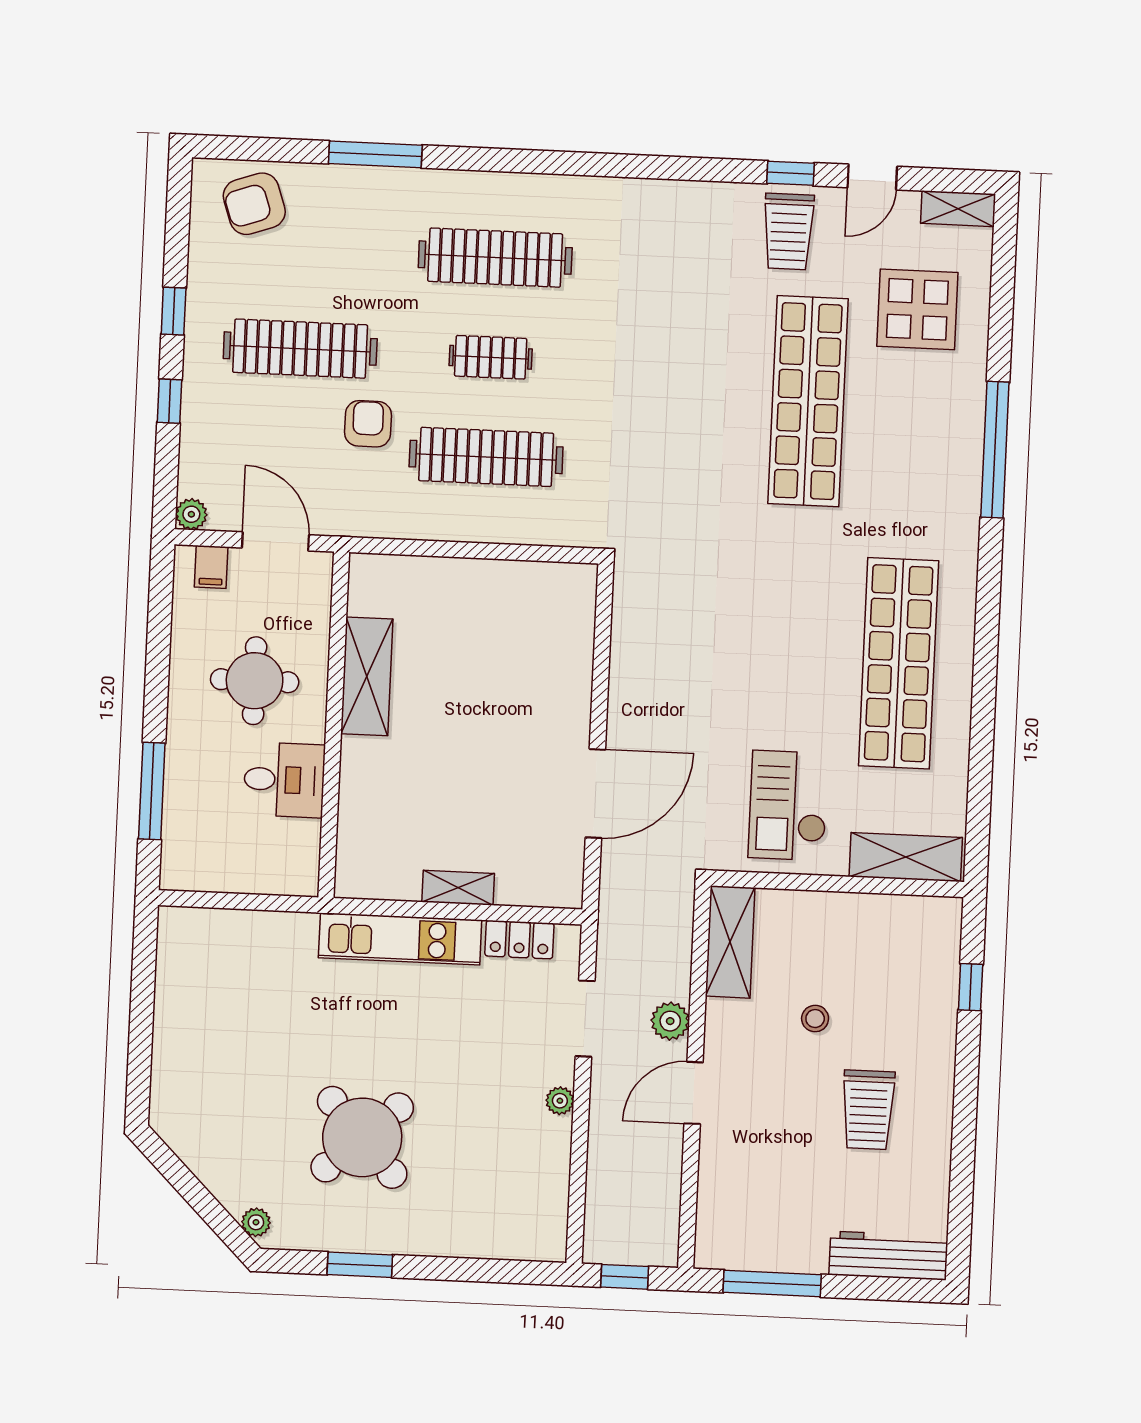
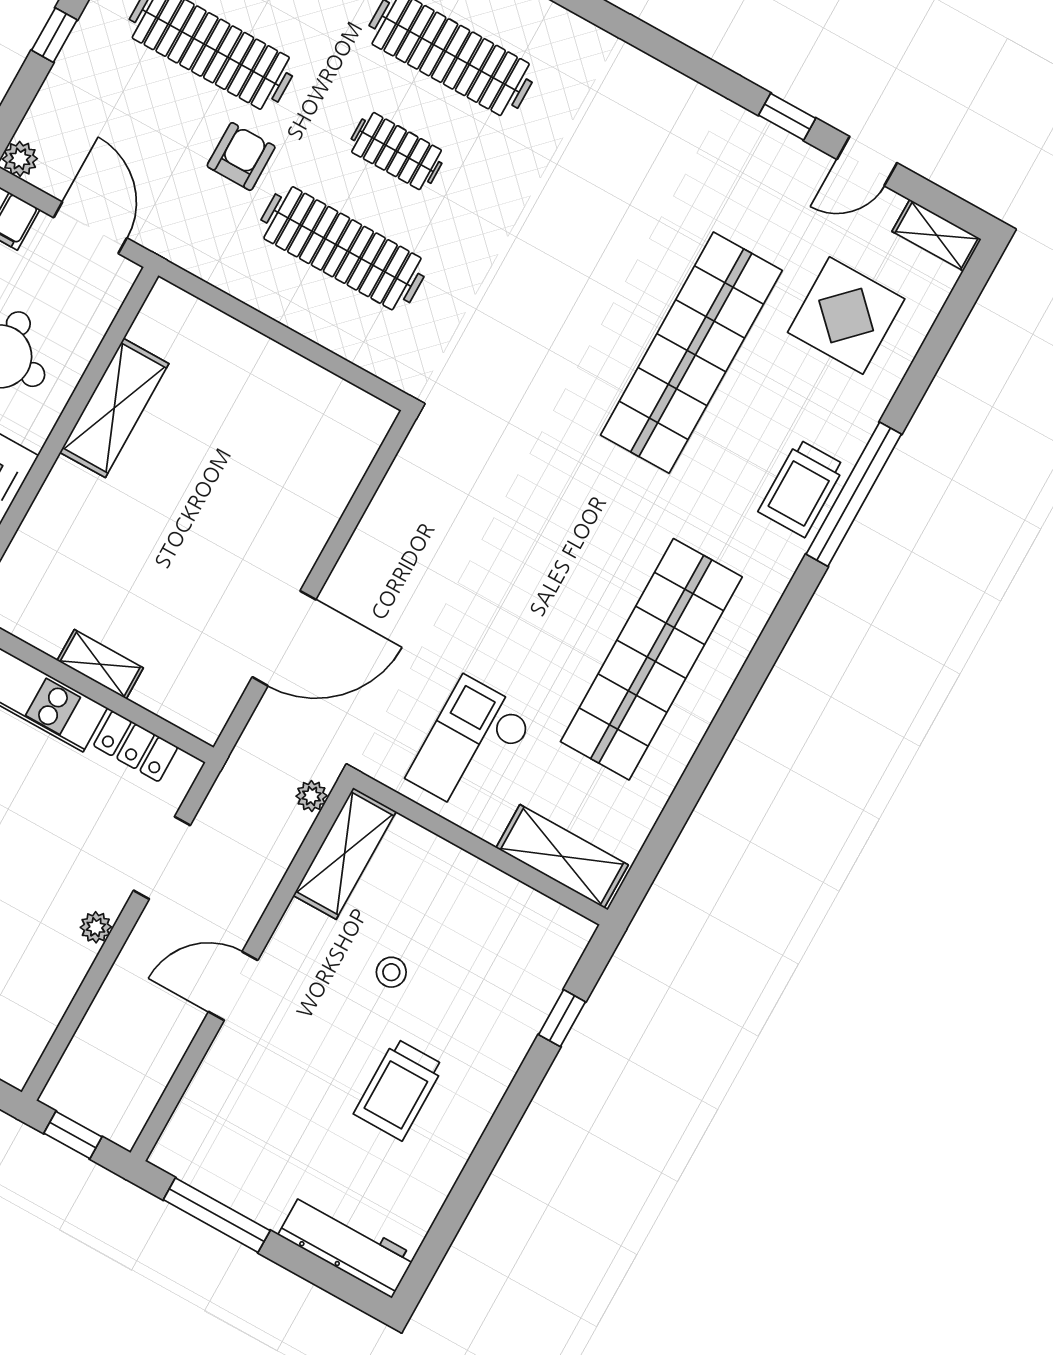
trolley: (788, 232) -> (802, 488), moved
plant: (670, 1021) -> (312, 796), moved, width x0.73, depth x0.73

